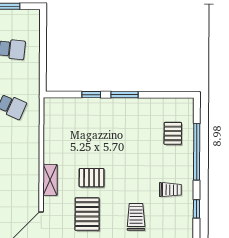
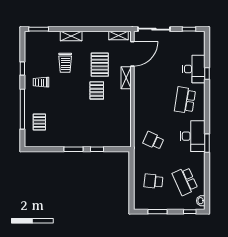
pallet: (92, 178) -> (97, 90), turned 90
shelving: (50, 180) -> (126, 78), moved

